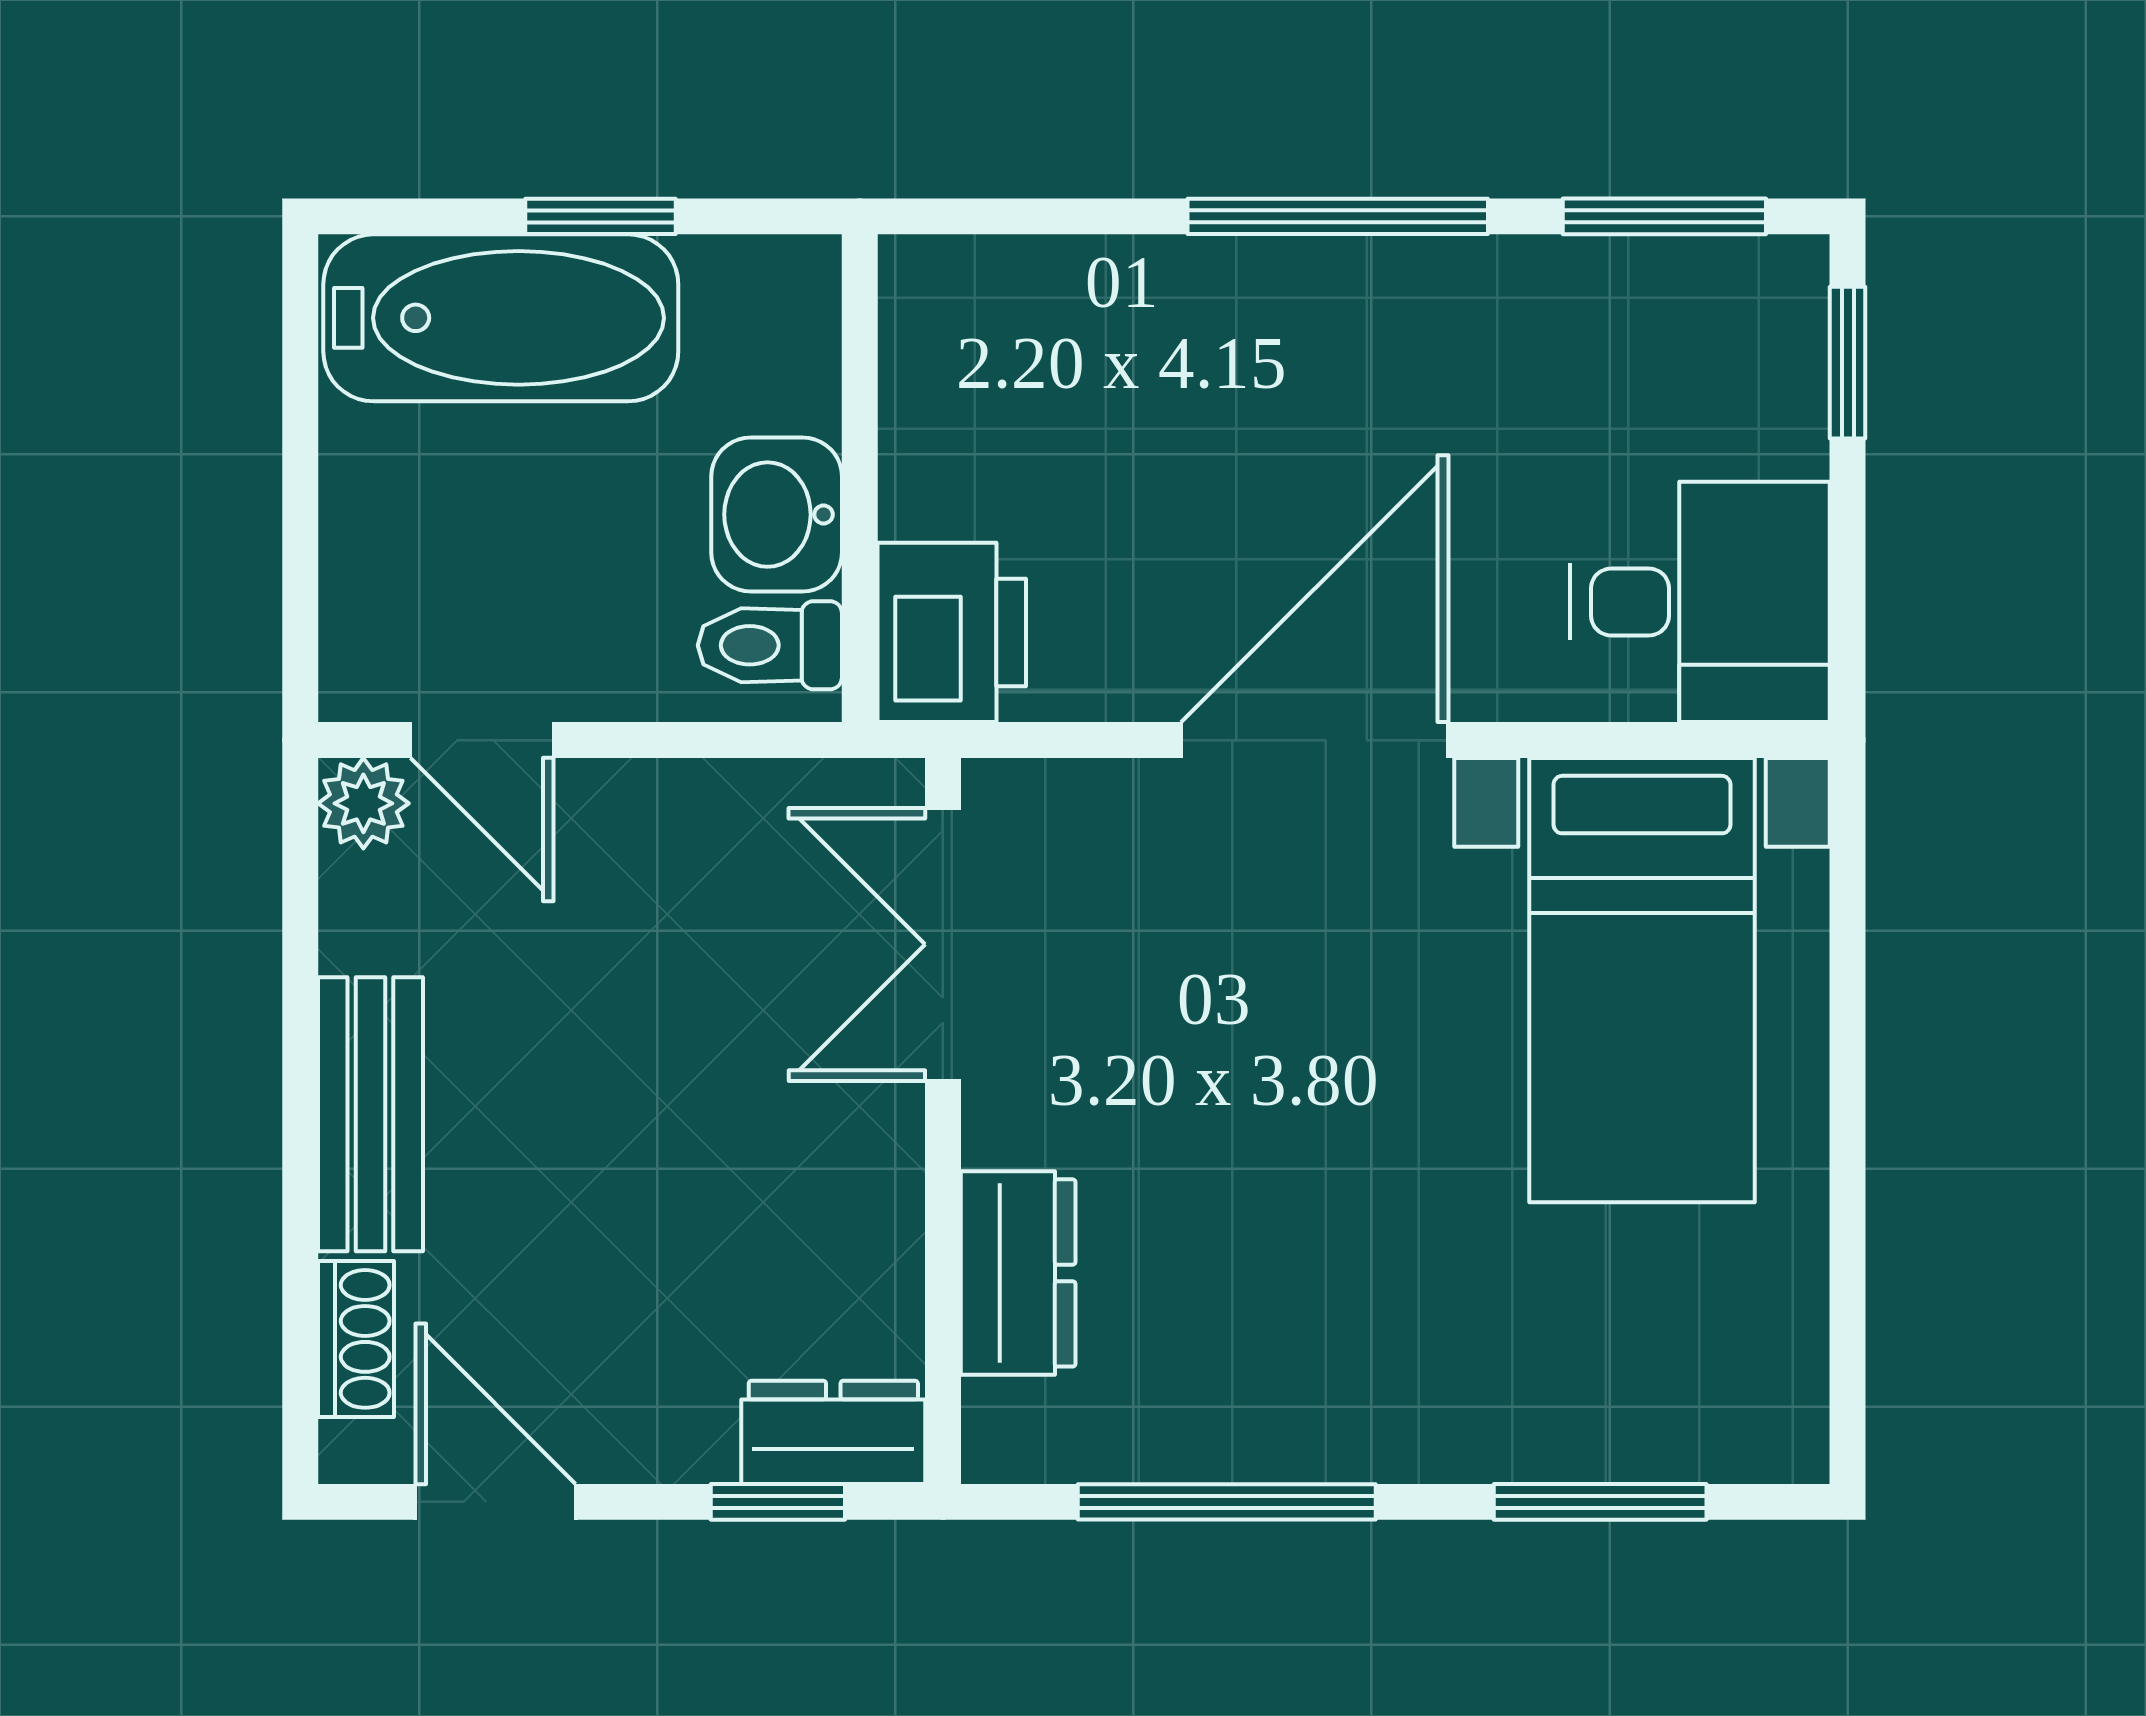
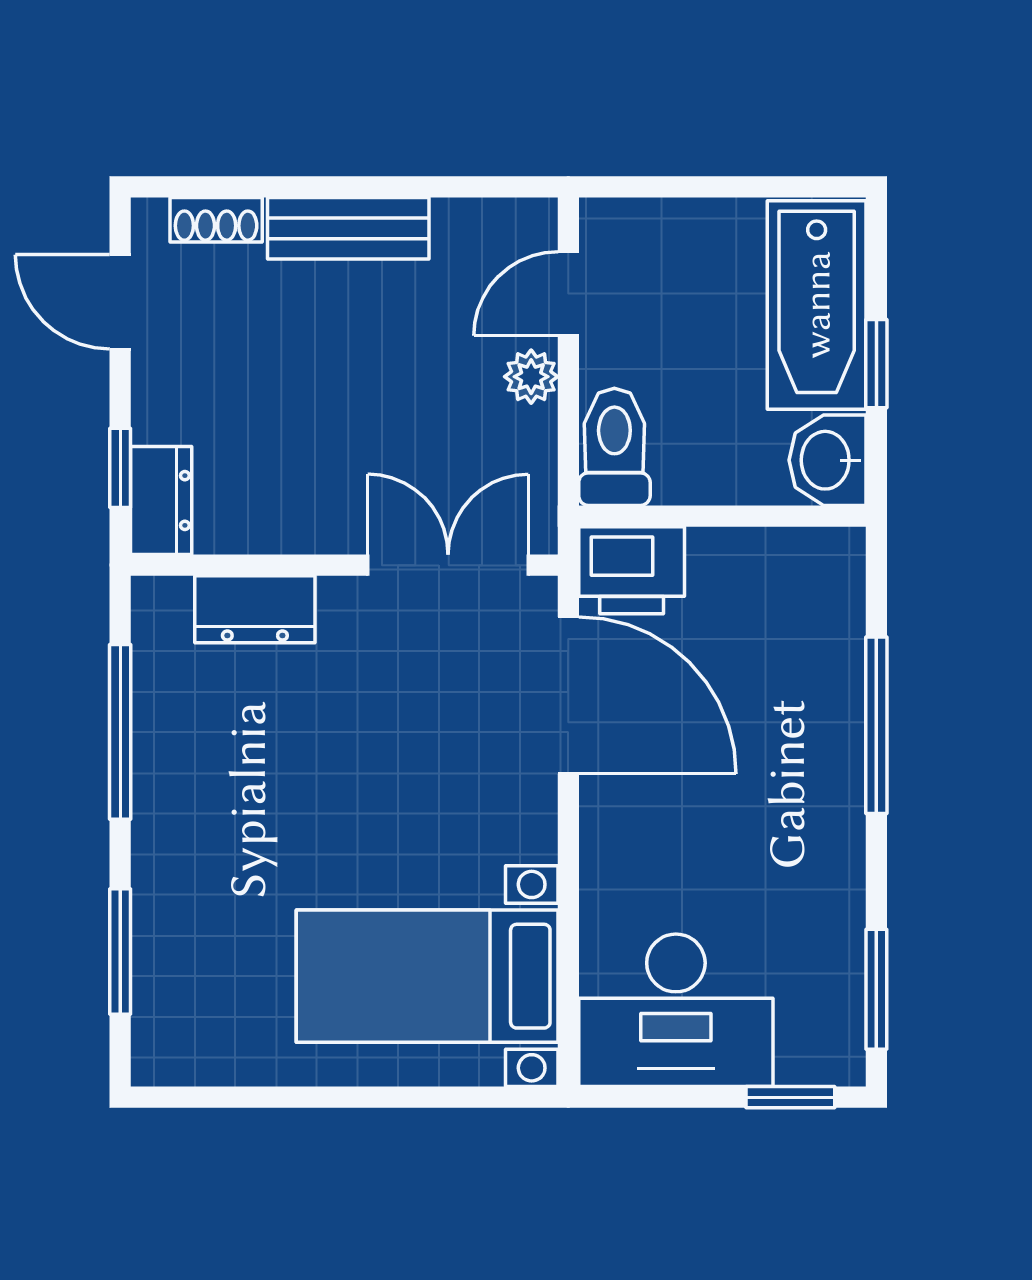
window: (1338, 216) -> (876, 725), moved
washbasin: (777, 515) -> (827, 460), moved, turned -90
desk: (1700, 602) -> (676, 1010), width x1.37
toilet: (770, 645) -> (614, 447), width x1.37, depth x1.39
door: (1315, 740) -> (568, 695), moved
plant: (363, 803) -> (531, 377), moved
door: (496, 1502) -> (120, 302), swing flipped

